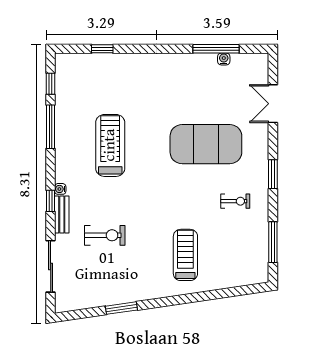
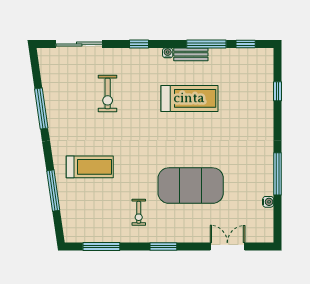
window: (216, 49) -> (277, 174), moved
exercise mat: (206, 144) -> (191, 186), turned 90
water cooler: (60, 189) -> (168, 53), moved
bench: (62, 214) -> (191, 54), moved
window: (211, 295) -> (53, 191), added
window: (121, 308) -> (41, 109), width x1.44

